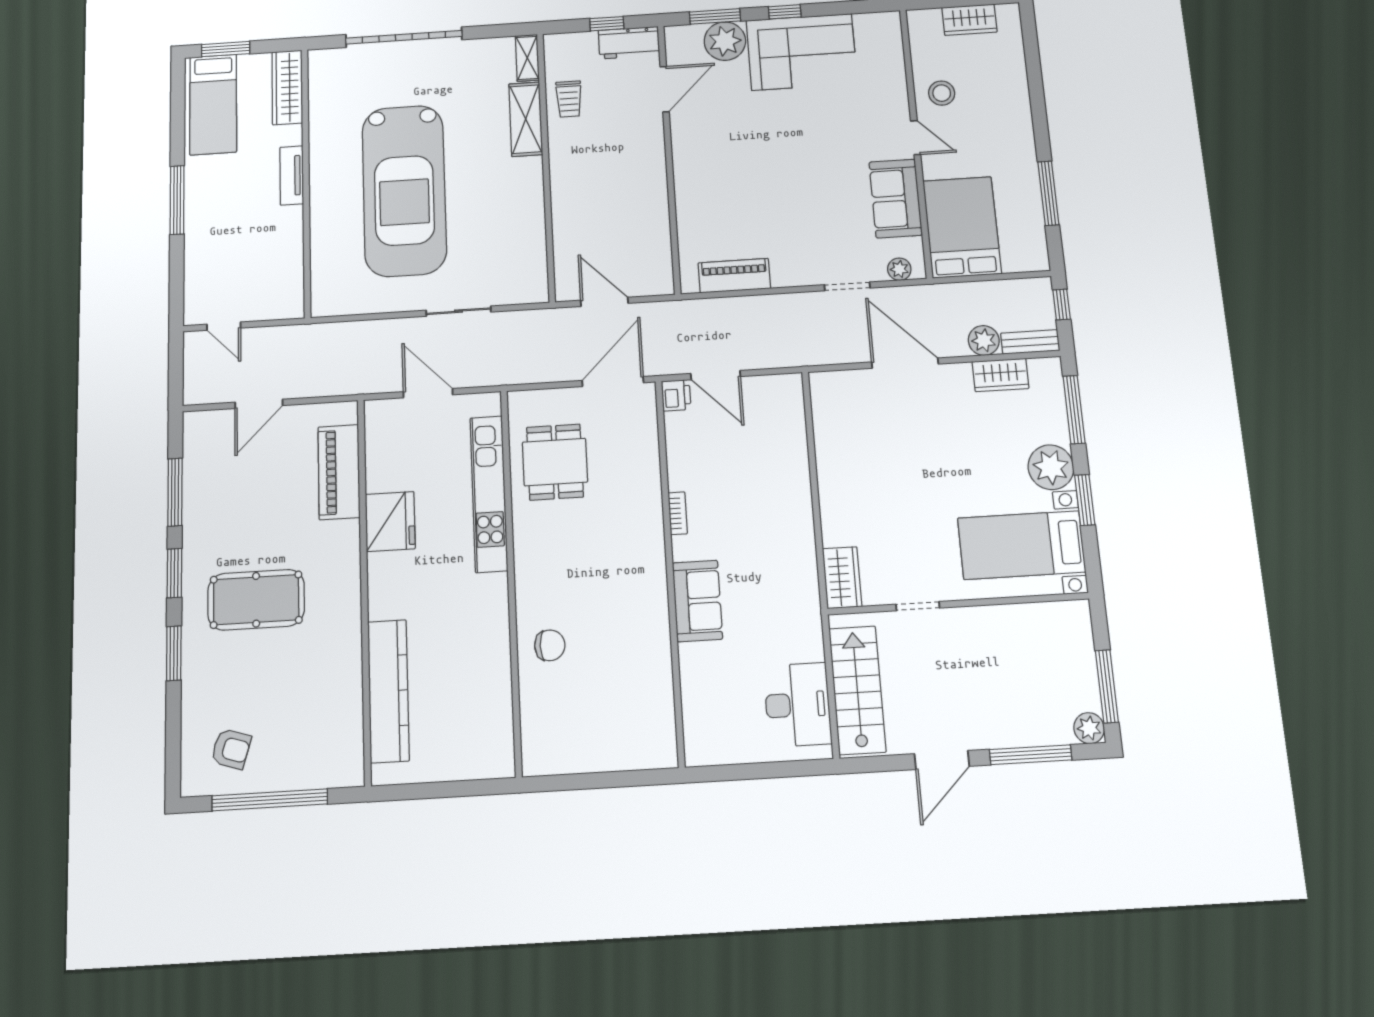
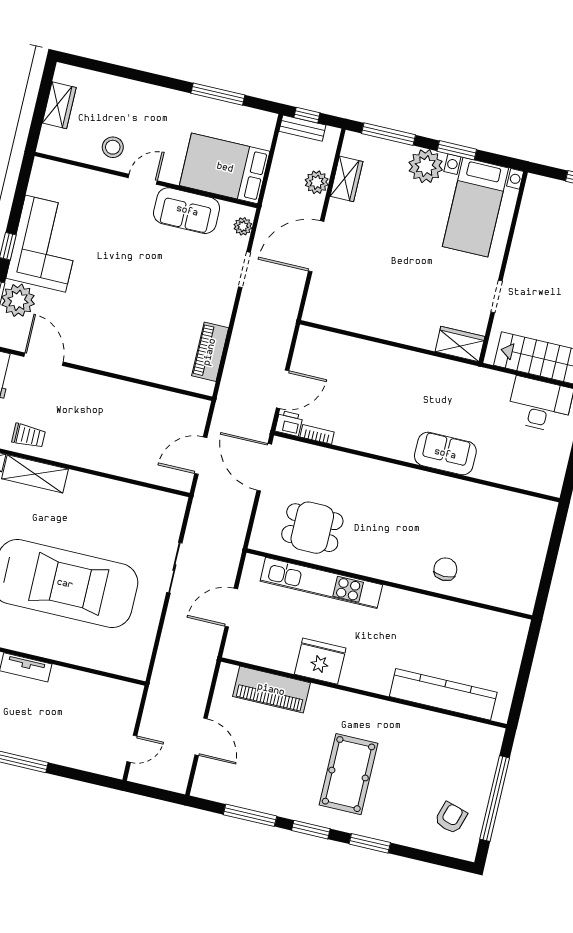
bench: (1030, 342) -> (302, 128), moved, turned 90
bookcase: (678, 513) -> (317, 434), moved

